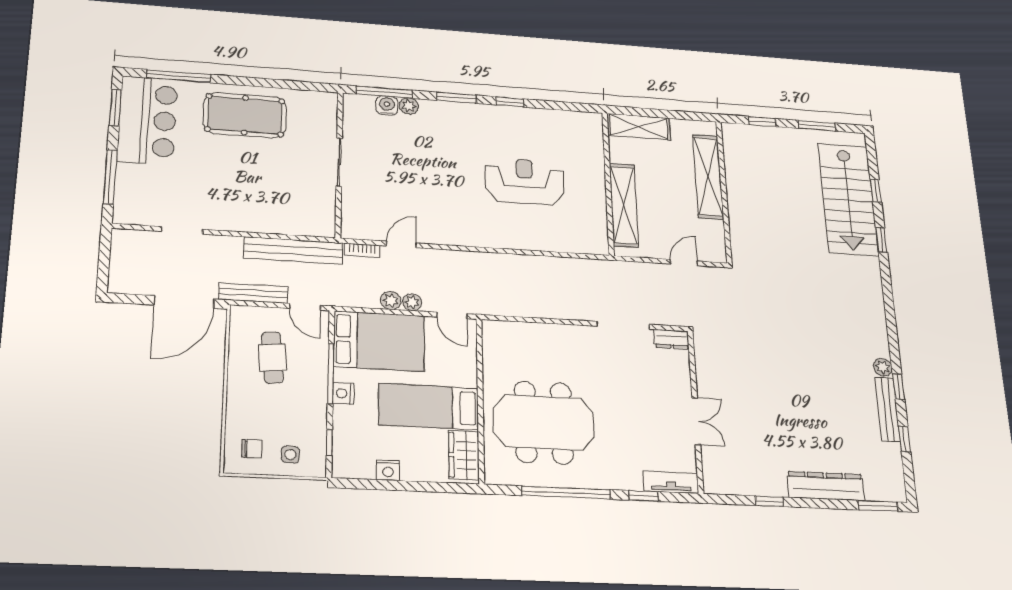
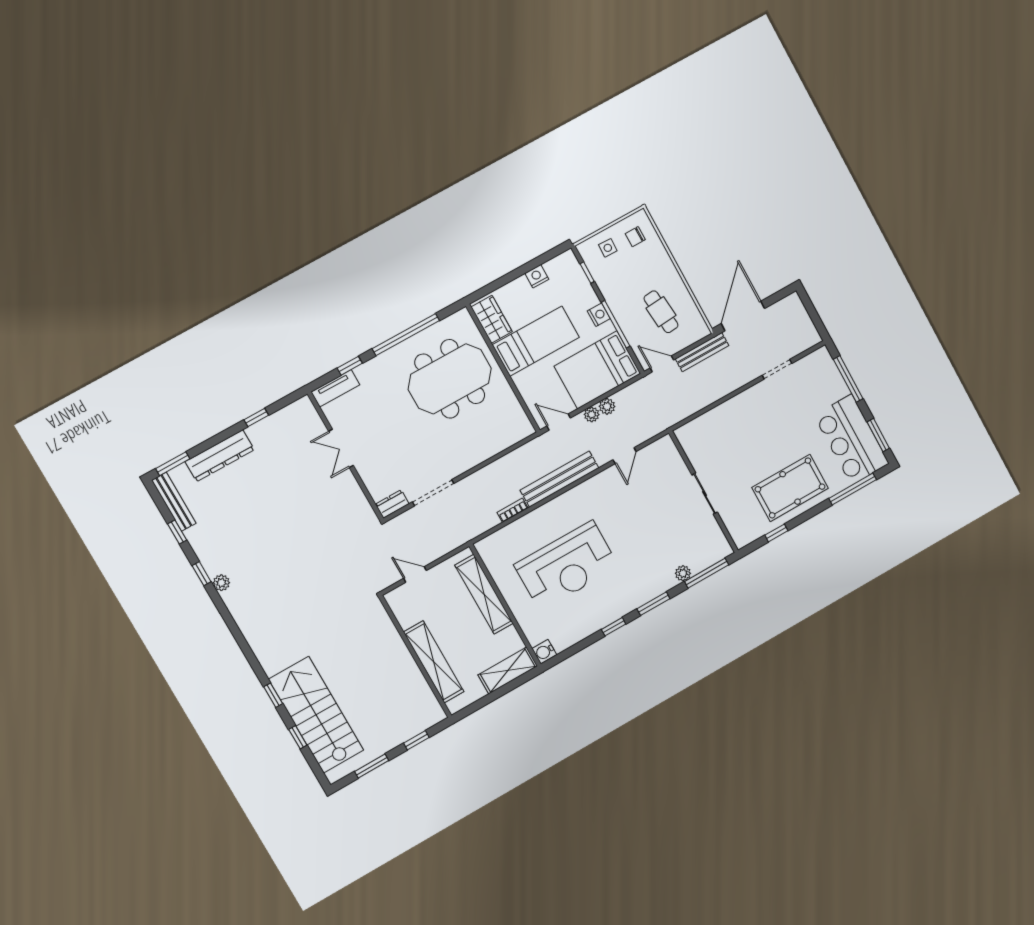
window: (287, 85) -> (776, 533), added
water cooler: (387, 106) -> (544, 652), moved, turned 90
reception desk: (525, 181) -> (566, 566), width x1.36, depth x1.30
bench: (293, 250) -> (559, 479), moved
bookcase: (362, 250) -> (513, 510), moved
door: (684, 263) -> (415, 574), swing flipped
bench: (888, 409) -> (174, 502), moved

